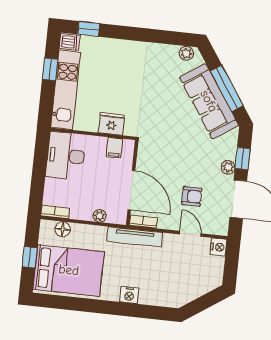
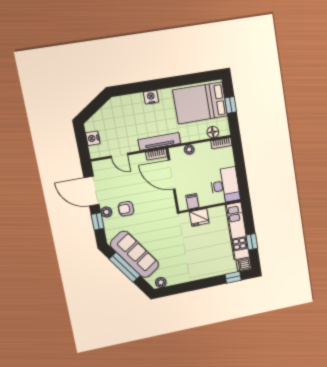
armchair: (192, 196) -> (126, 209), moved
nightstand: (219, 247) -> (93, 138), moved

